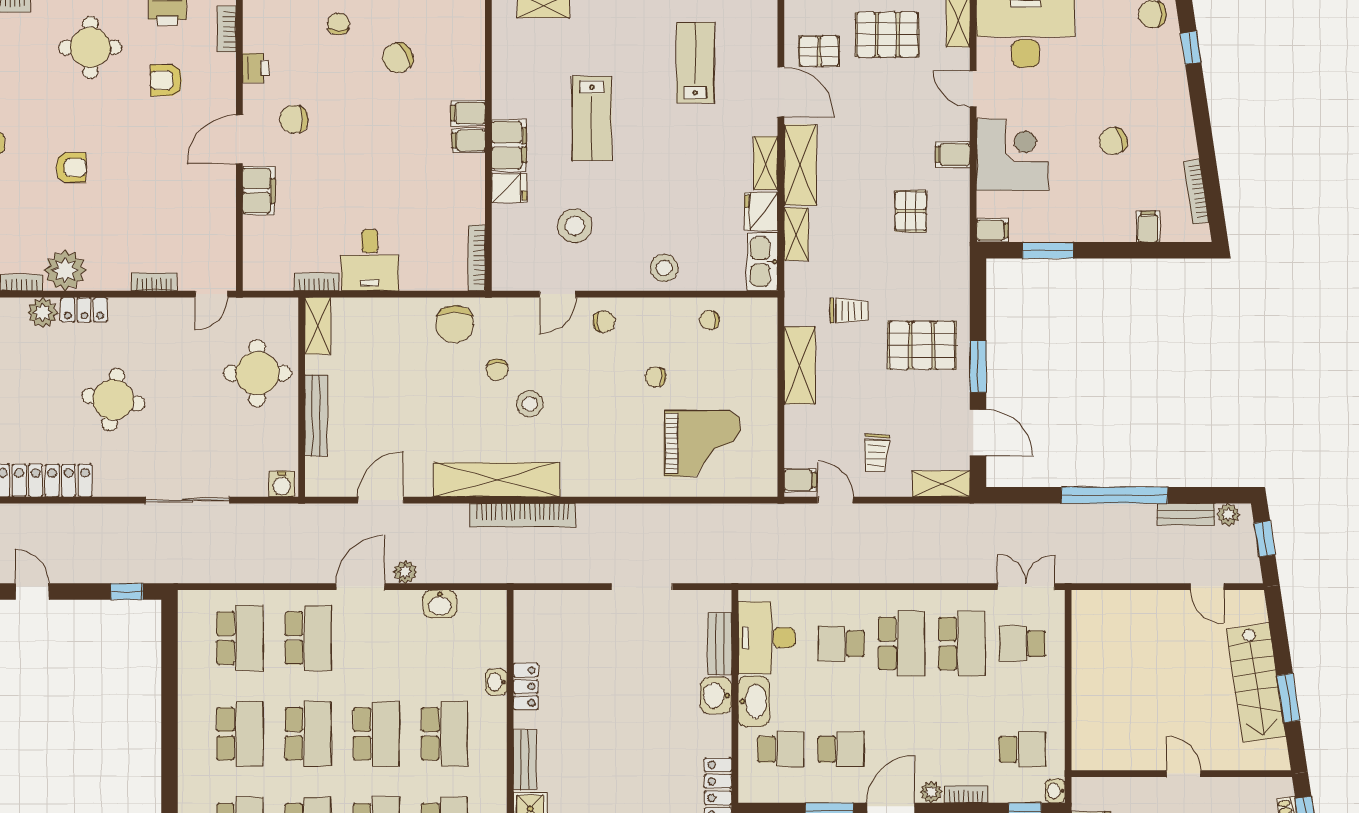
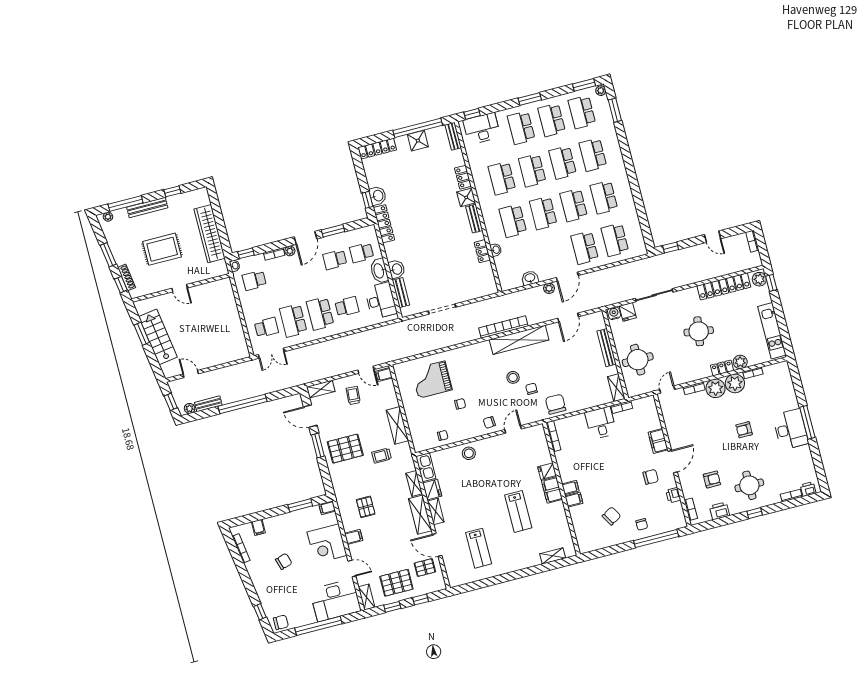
lab bench: (592, 118) -> (518, 511), turned 180
stool: (575, 226) -> (513, 462), removed
plant: (109, 270) -> (716, 388), added
fridge: (252, 479) -> (628, 312), added

